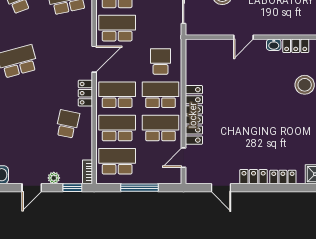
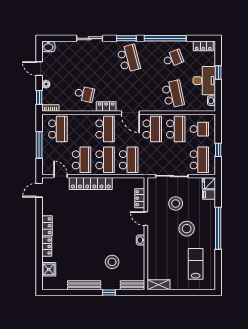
locker: (296, 46) -> (140, 198), moved
school desk: (160, 61) -> (129, 160), width x1.85
school desk: (117, 128) -> (81, 129), removed
door: (221, 188) -> (39, 190), moved

